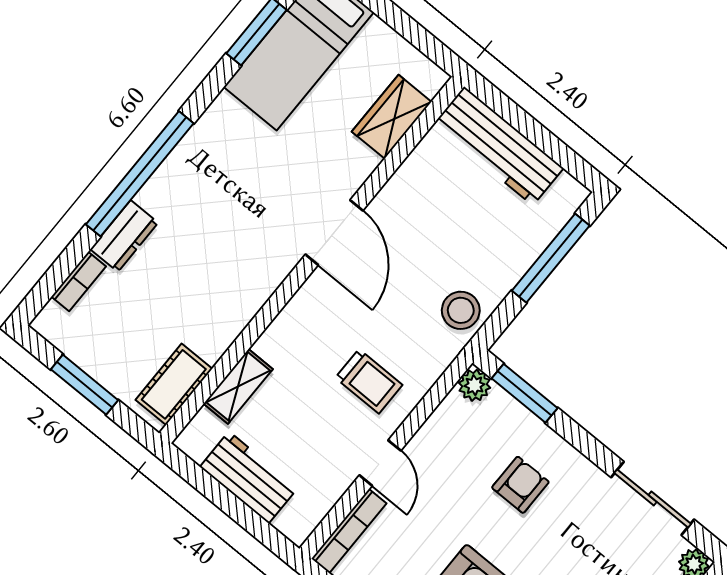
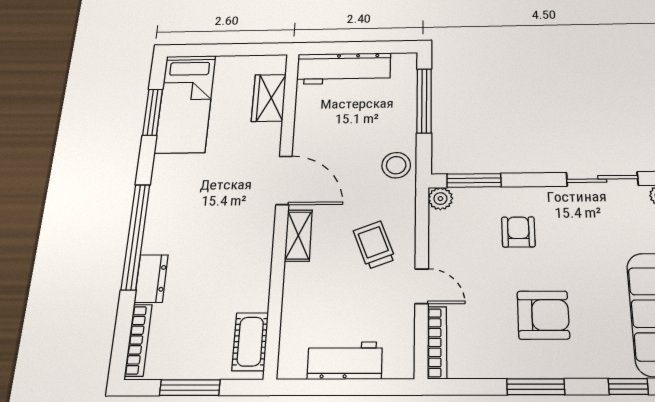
bookcase: (79, 282) -> (138, 340), width x1.56
trolley: (369, 381) -> (374, 245), turned -111
shelving: (238, 386) -> (298, 235), moved

